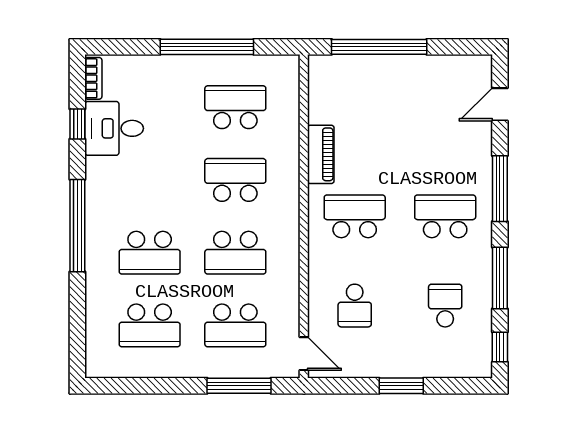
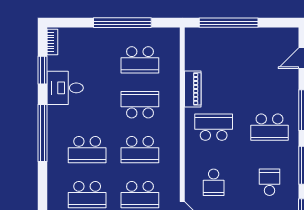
school desk: (235, 107) -> (140, 60), turned 180
window: (77, 124) -> (42, 70), width x1.50
desk: (114, 128) -> (65, 88), moved
school desk: (445, 216) -> (269, 127), turned 180

